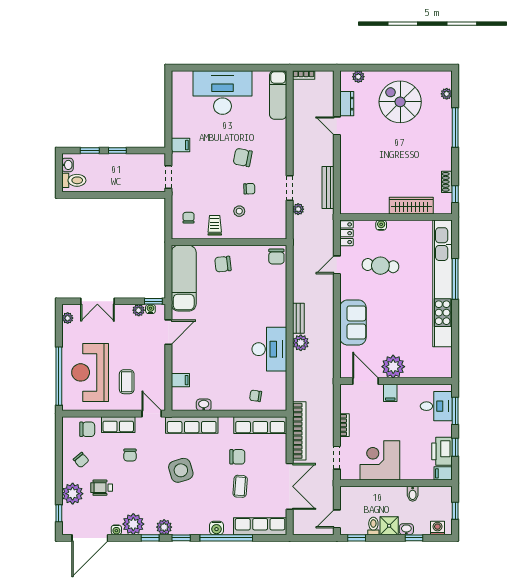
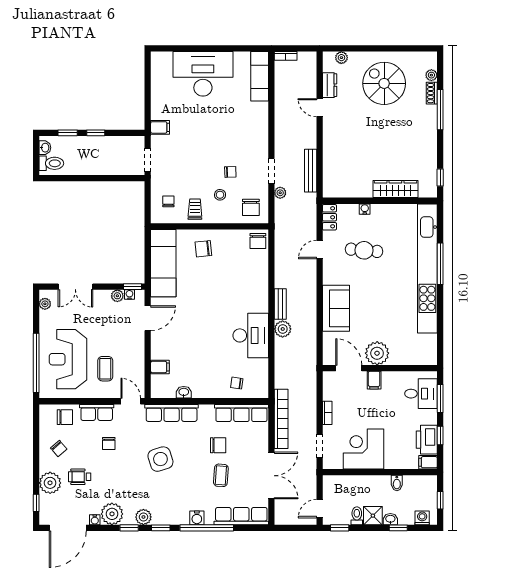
chair: (243, 157) -> (251, 207), moved, turned -101
shoe rack: (447, 182) -> (432, 93), moved

